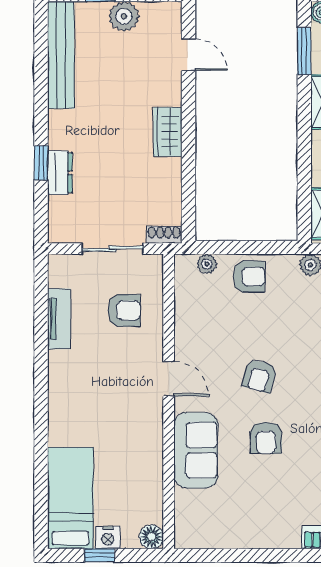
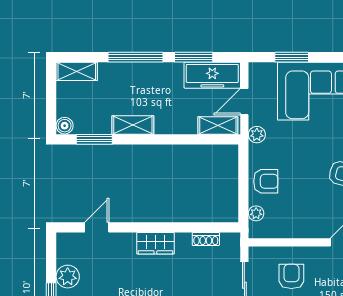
shoe rack: (164, 235) -> (206, 239), moved, turned -90
armchair: (249, 277) -> (266, 181), turned 90

